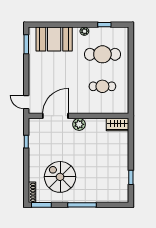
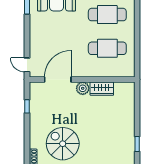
cafe table: (102, 86) -> (107, 48), width x1.37, depth x1.35
wardrobe: (117, 125) -> (102, 89), moved

